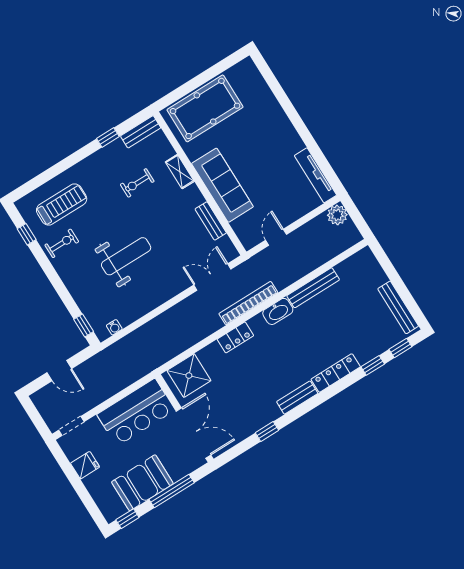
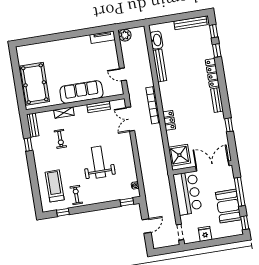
tv unit: (315, 175) -> (103, 37), width x0.71
washbasin: (278, 311) -> (156, 40), moved

